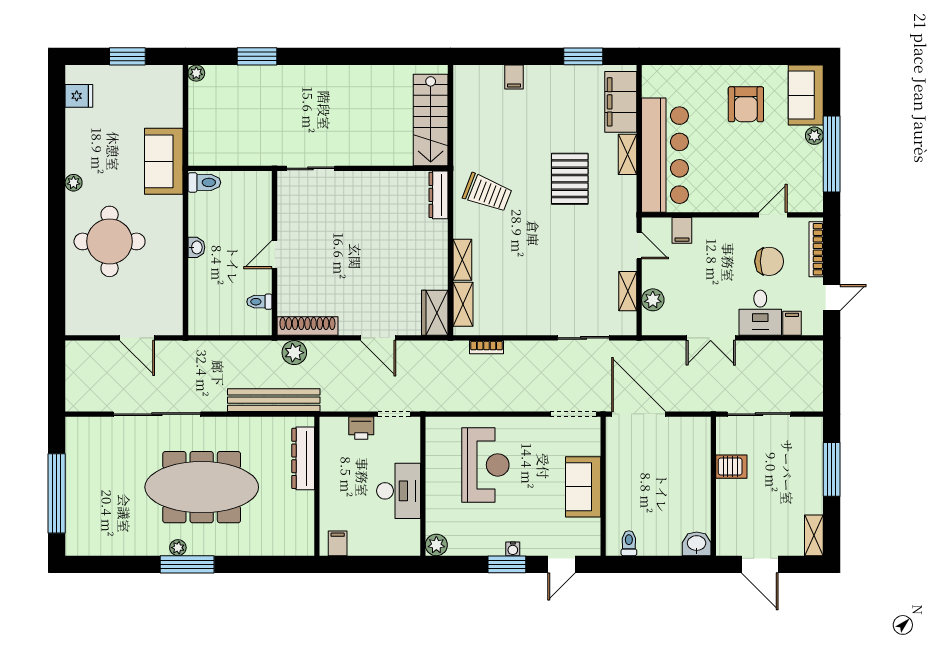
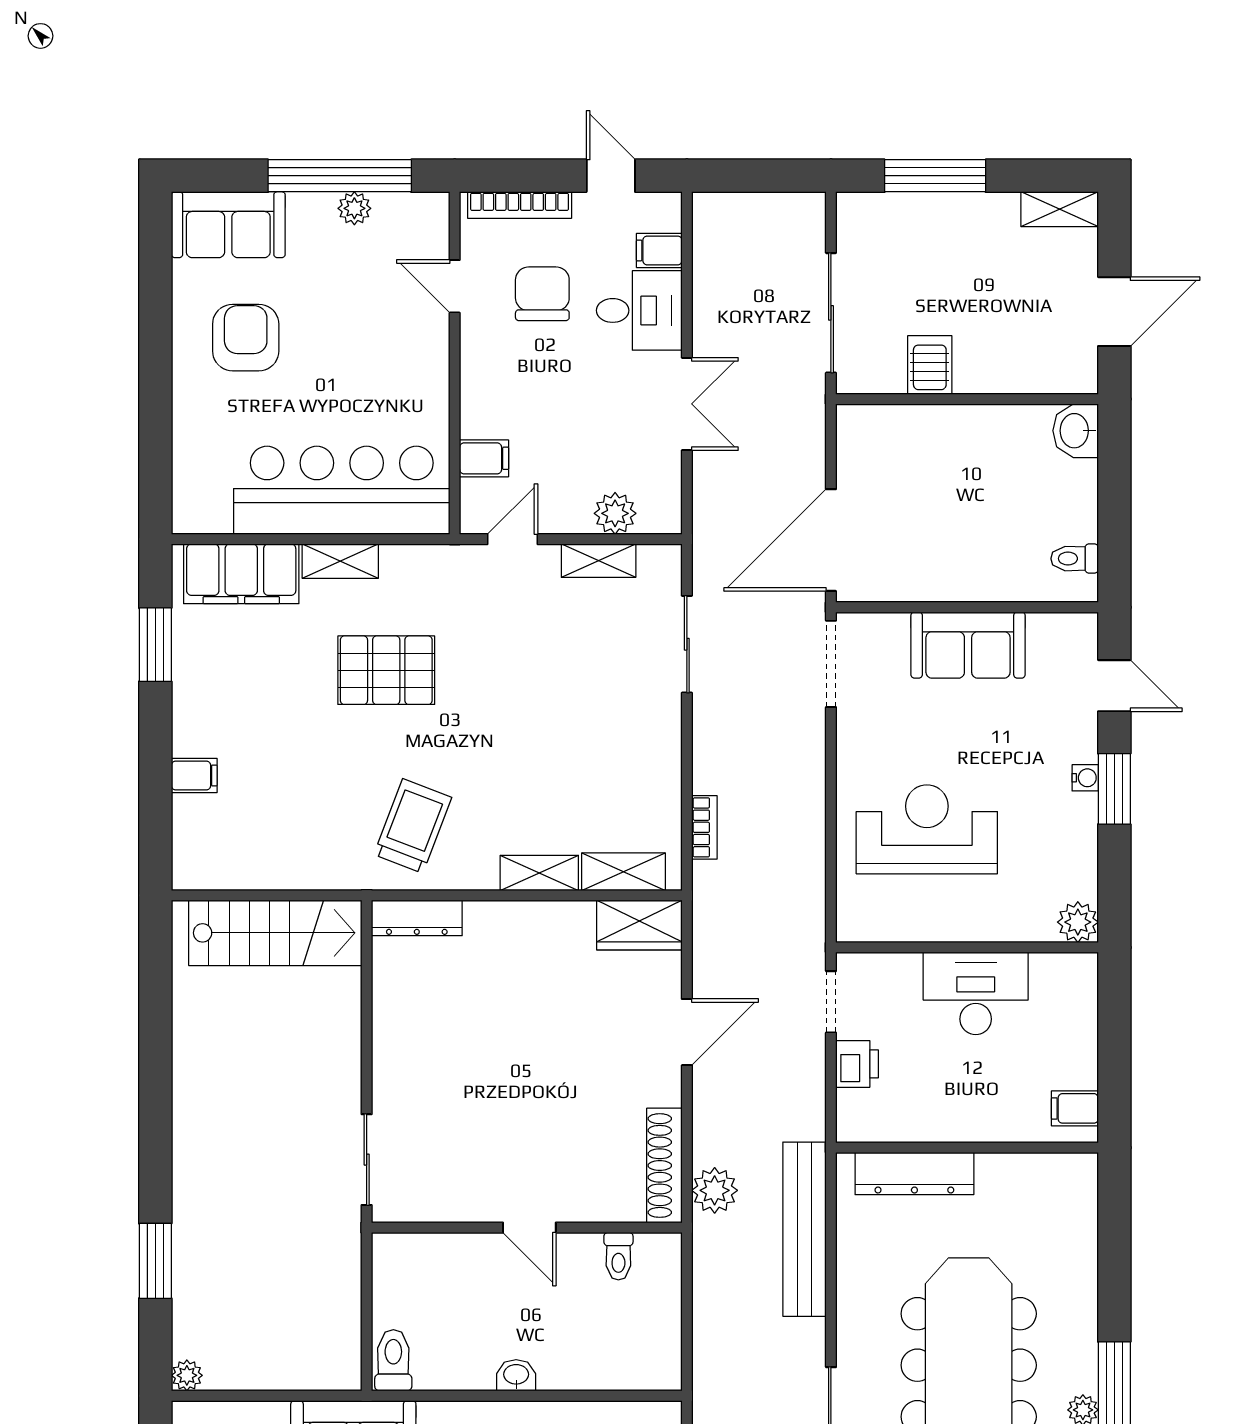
armchair: (746, 104) -> (246, 338), turned -90
plant: (814, 136) -> (354, 208), moved

